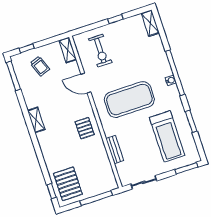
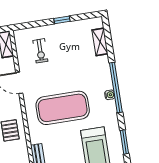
shelving: (150, 23) -> (100, 42), moved
exercise bike: (100, 51) -> (40, 51), width x0.73, depth x0.72

